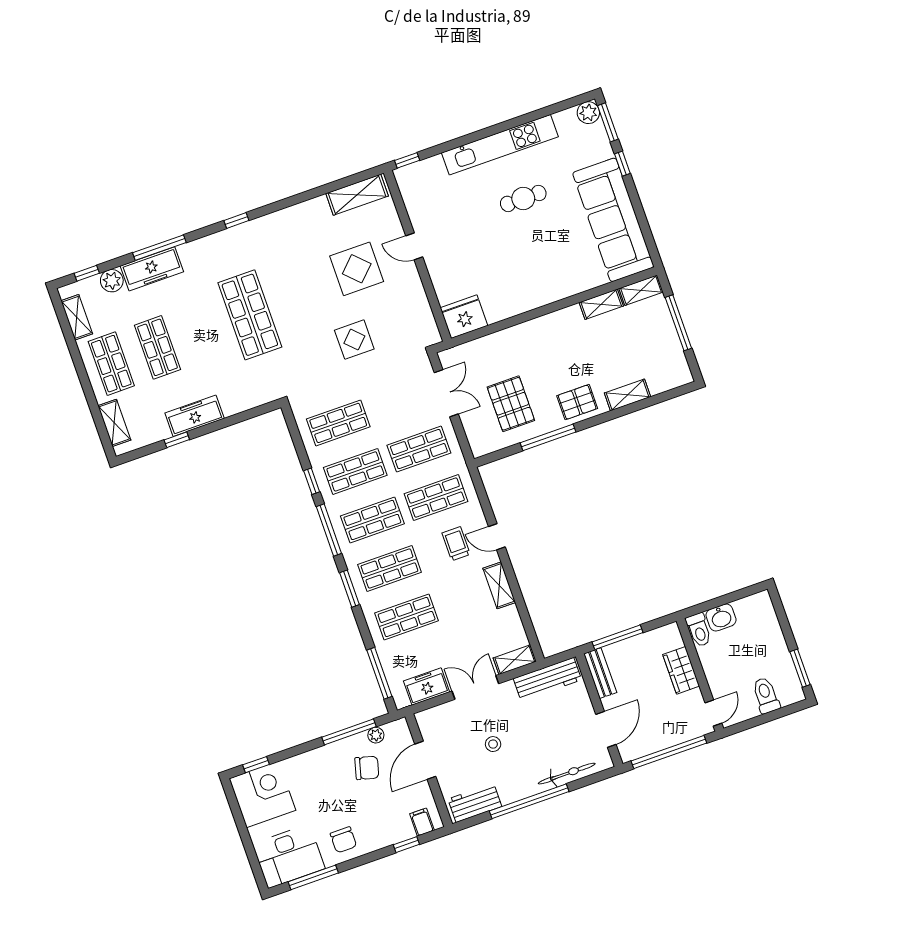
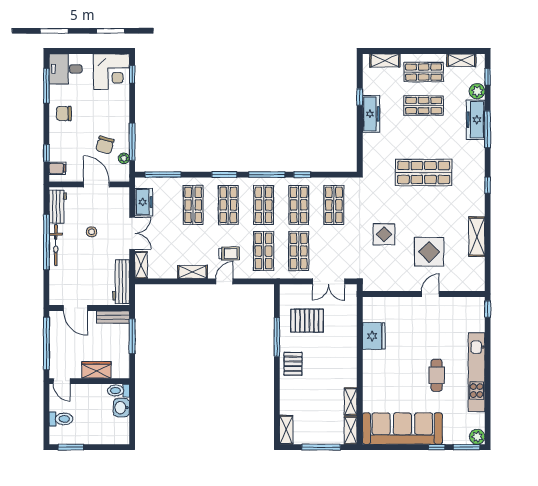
shelving: (357, 195) -> (477, 237), moved
fridge: (464, 317) -> (374, 336), moved
shelving: (628, 395) -> (286, 430), moved
bicycle: (567, 774) -> (56, 245), moved
desk: (289, 856) -> (66, 69), width x0.73

